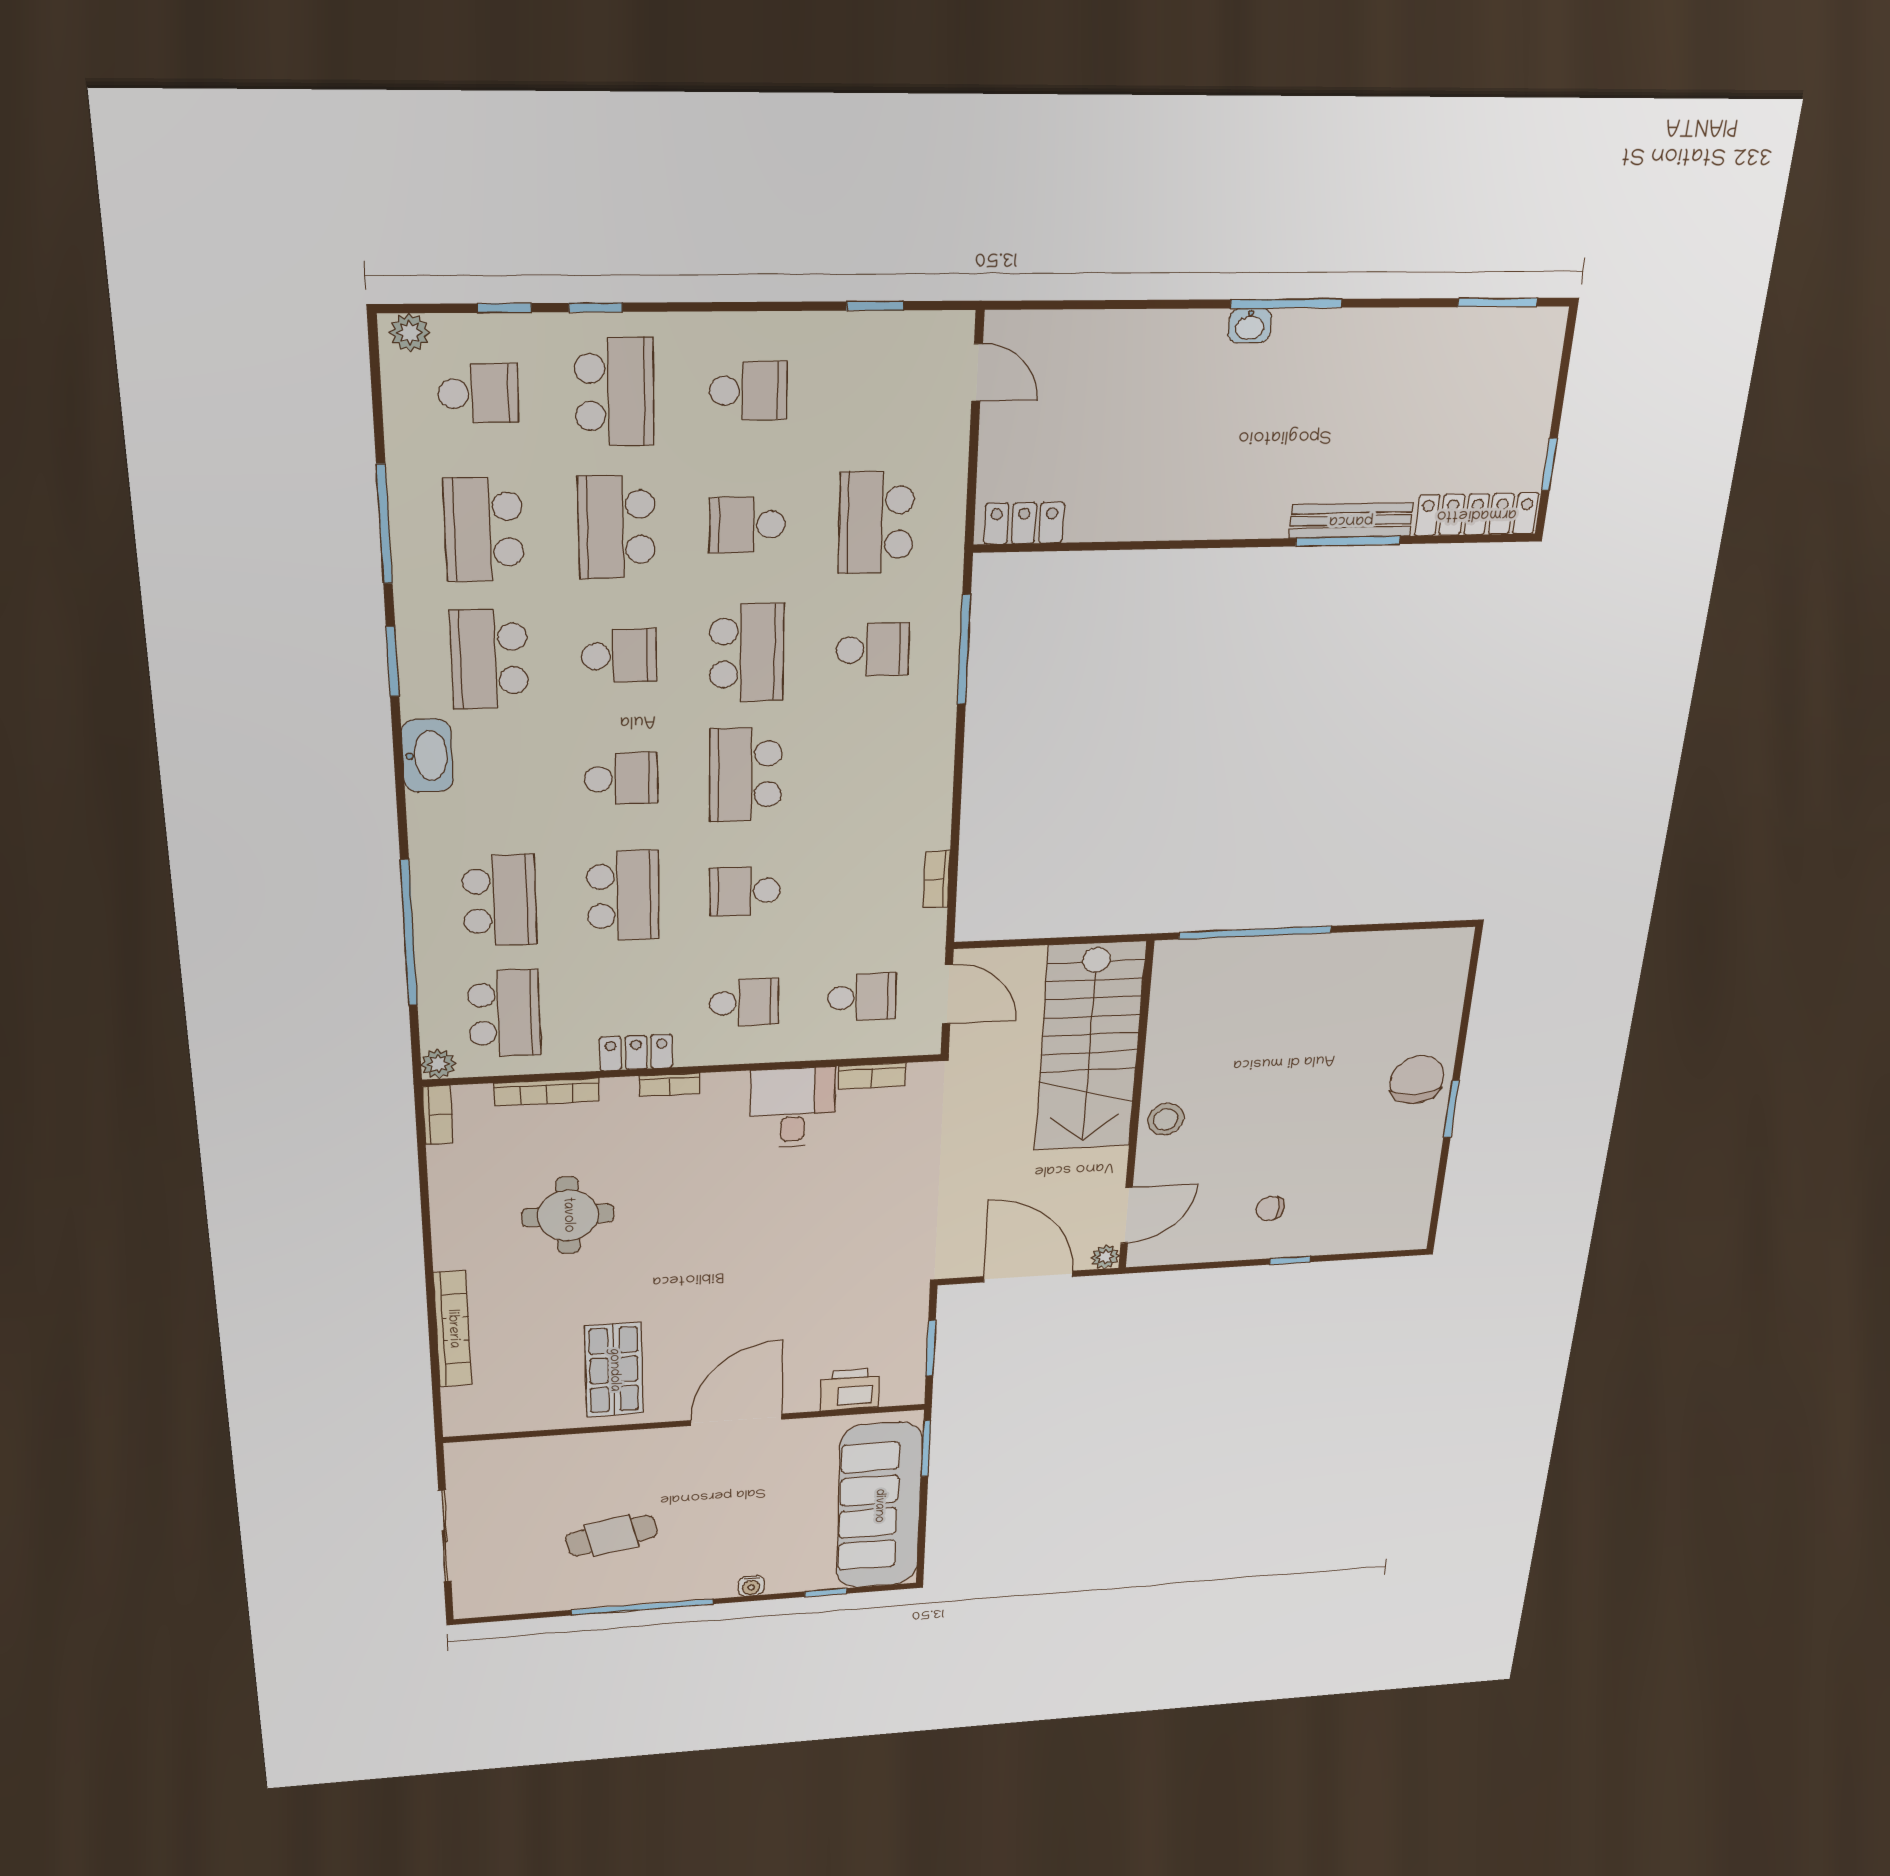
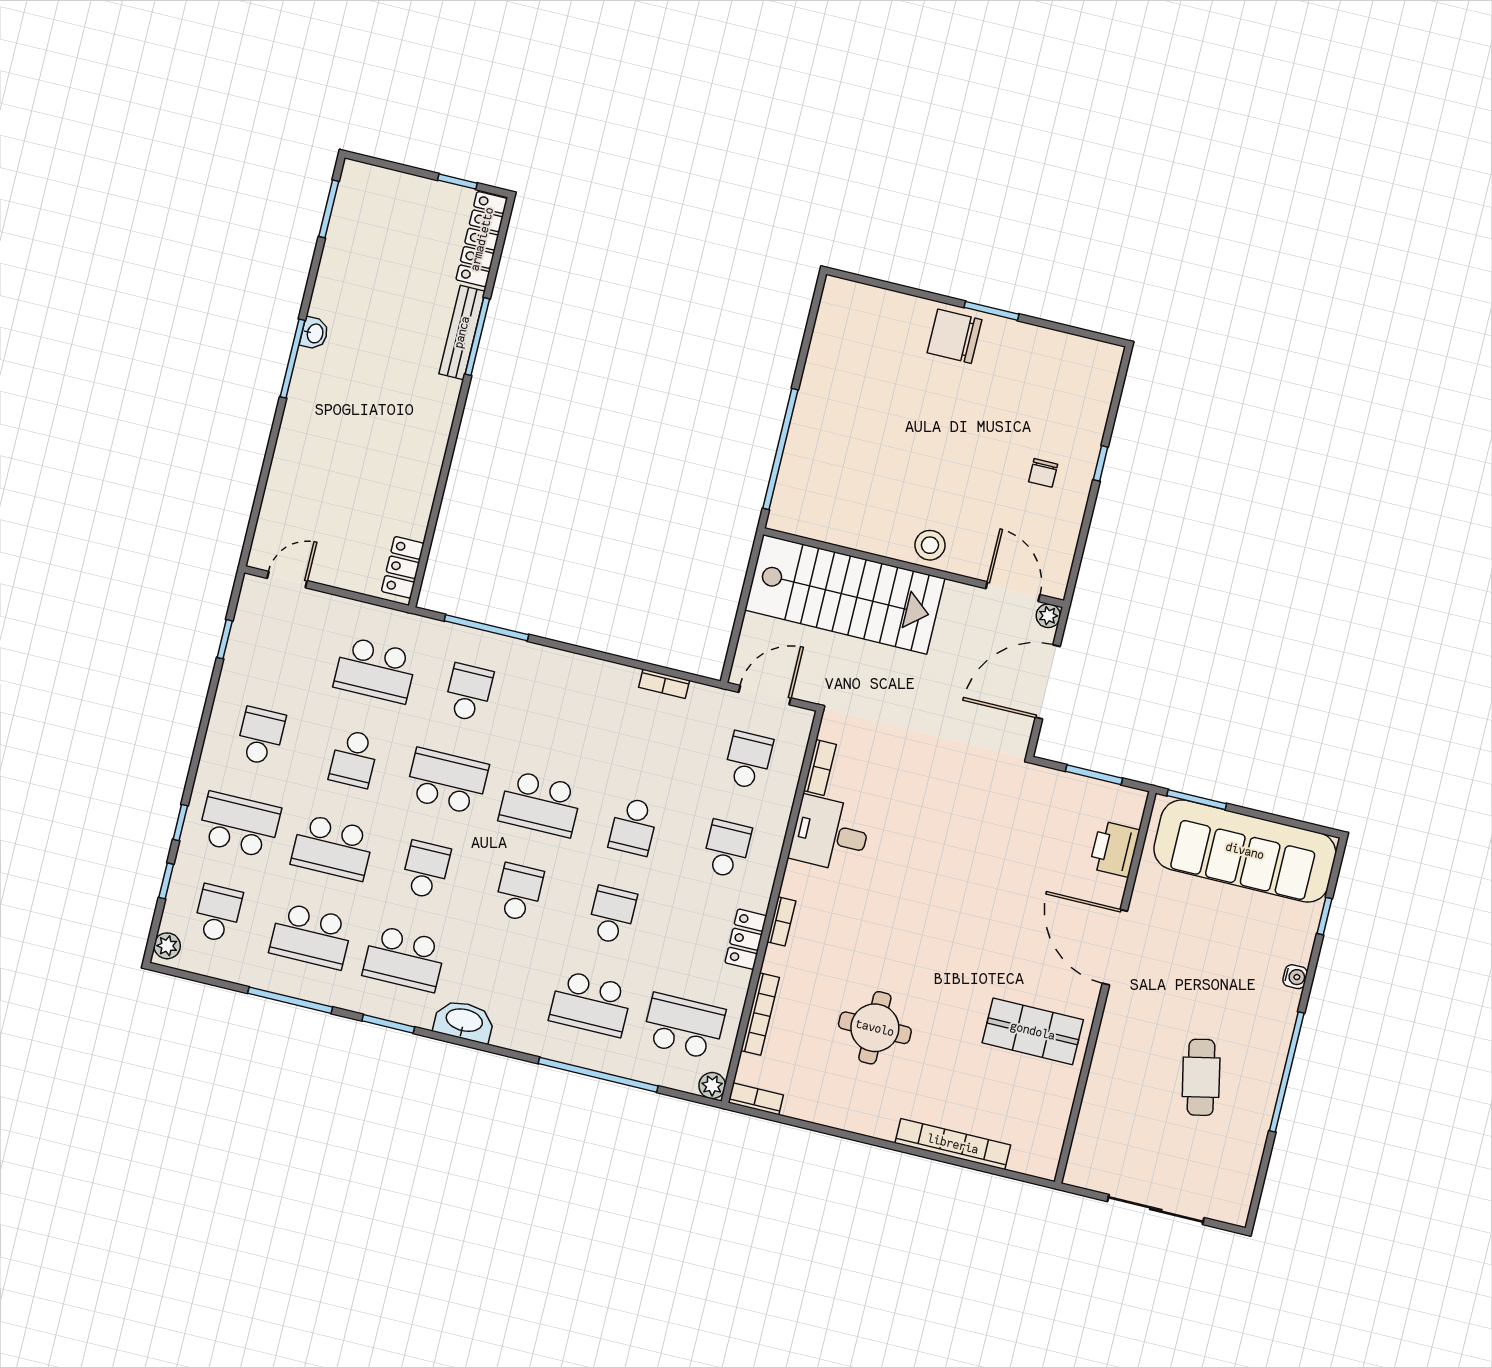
washbasin: (1250, 326) -> (314, 333), moved
school desk: (623, 896) -> (612, 915), width x0.54
school desk: (499, 901) -> (591, 1004), turned 180

